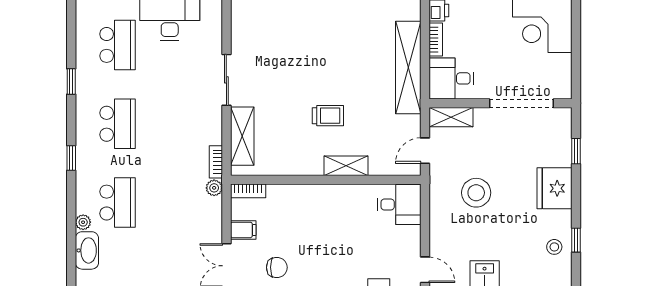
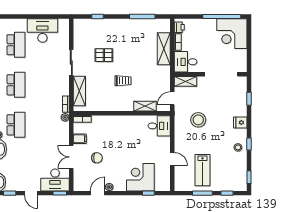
pallet: (290, 65) -> (104, 55), added
shelving: (408, 68) -> (164, 49), width x0.68
shelving: (346, 166) -> (145, 106), moved
fridge: (554, 188) -> (240, 122), width x0.53, depth x0.75

